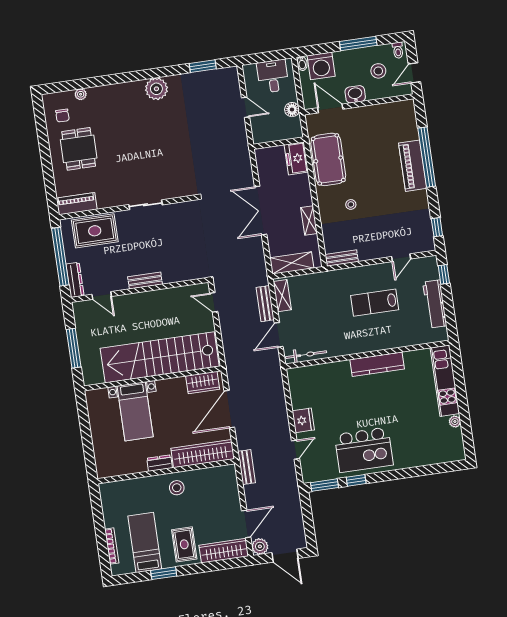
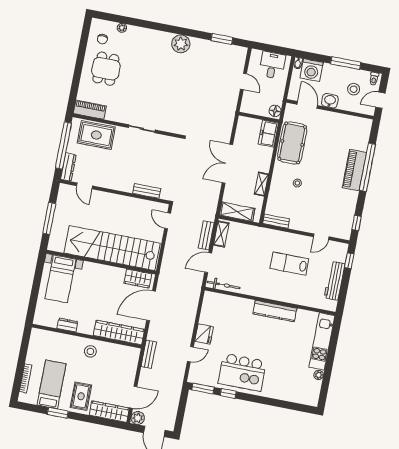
floor lamp: (292, 110) -> (275, 111), moved
bench: (145, 280) -> (147, 191), moved
bed with nightstands: (135, 411) -> (60, 279), moved
dresser: (160, 463) -> (67, 325), moved

